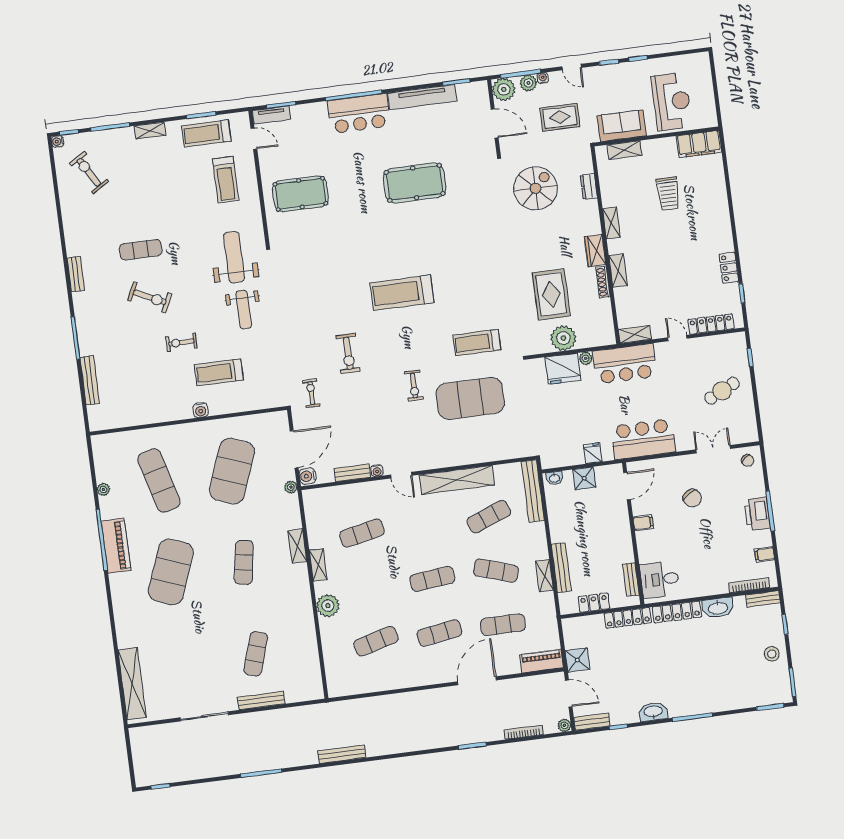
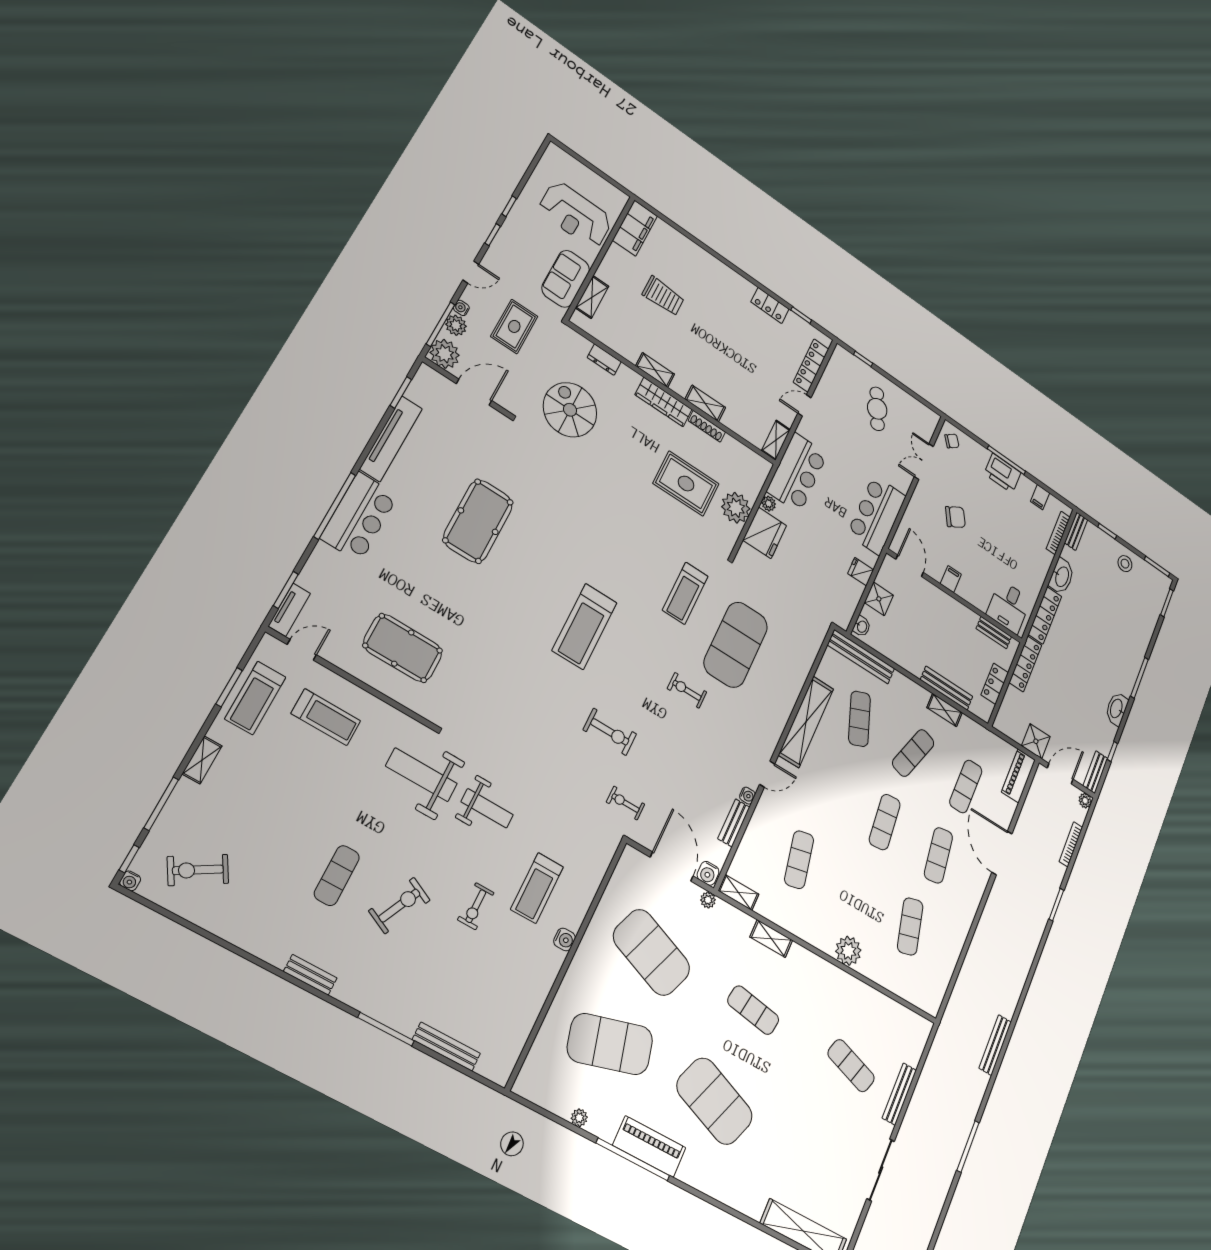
reception desk: (672, 102) -> (575, 215), turned 180
pool table: (300, 194) -> (403, 648), turned 90
wardrobe: (595, 251) -> (664, 402), width x1.50
exercise bike: (414, 386) -> (687, 690), turned 180
exercise mat: (159, 480) -> (610, 1044), width x1.47
shelving: (318, 565) -> (739, 892), moved

